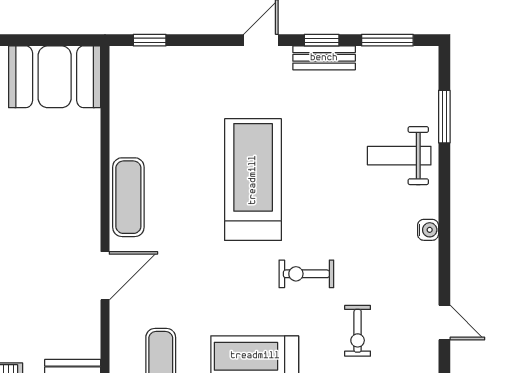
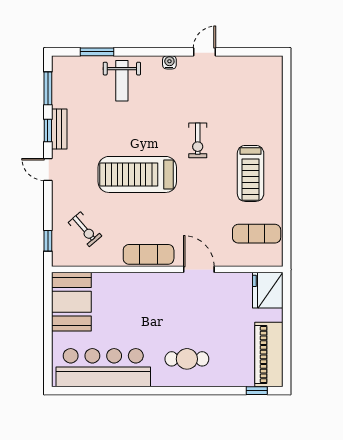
door: (444, 323) -> (204, 52), moved
exercise bike: (358, 331) -> (85, 229), moved, turned 49

